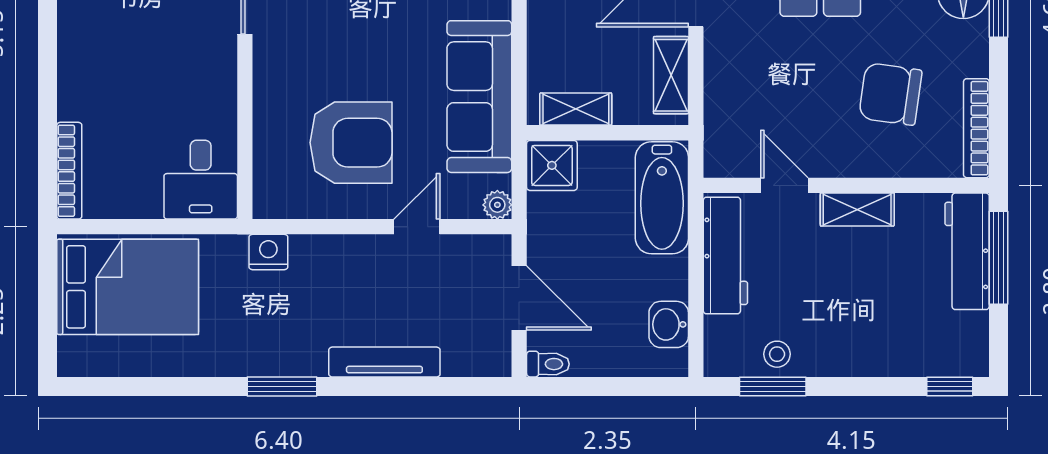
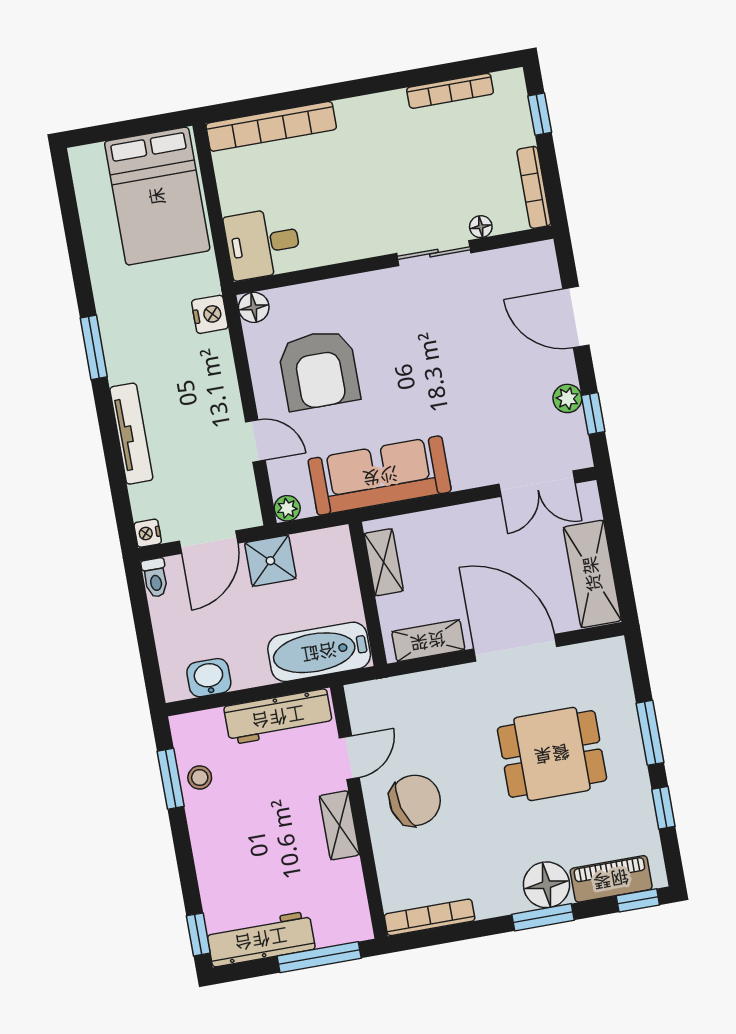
chair: (890, 94) -> (415, 800), moved, turned 67
shower: (552, 165) -> (270, 561), moved
bookcase: (69, 171) -> (271, 126), width x1.48, depth x1.31
floor lamp: (269, 202) -> (254, 307), added
workbench: (967, 251) -> (261, 939), moved
nightstand: (497, 364) -> (148, 533), added

